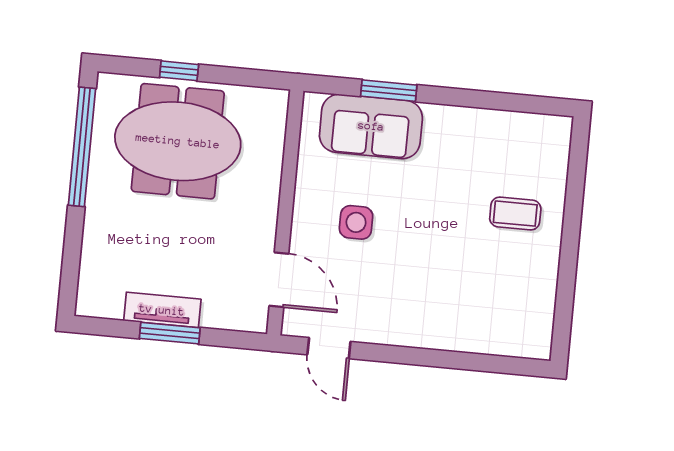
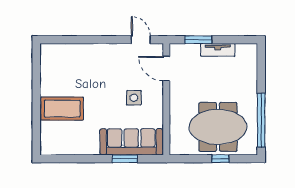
sofa: (371, 126) -> (131, 142), width x1.36
coffee table: (515, 214) -> (62, 109), width x1.86, depth x1.72
window: (170, 333) -> (198, 40), moved

